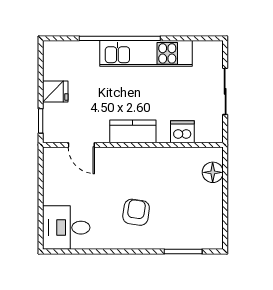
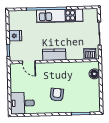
dishwasher: (182, 132) -> (90, 54), moved

